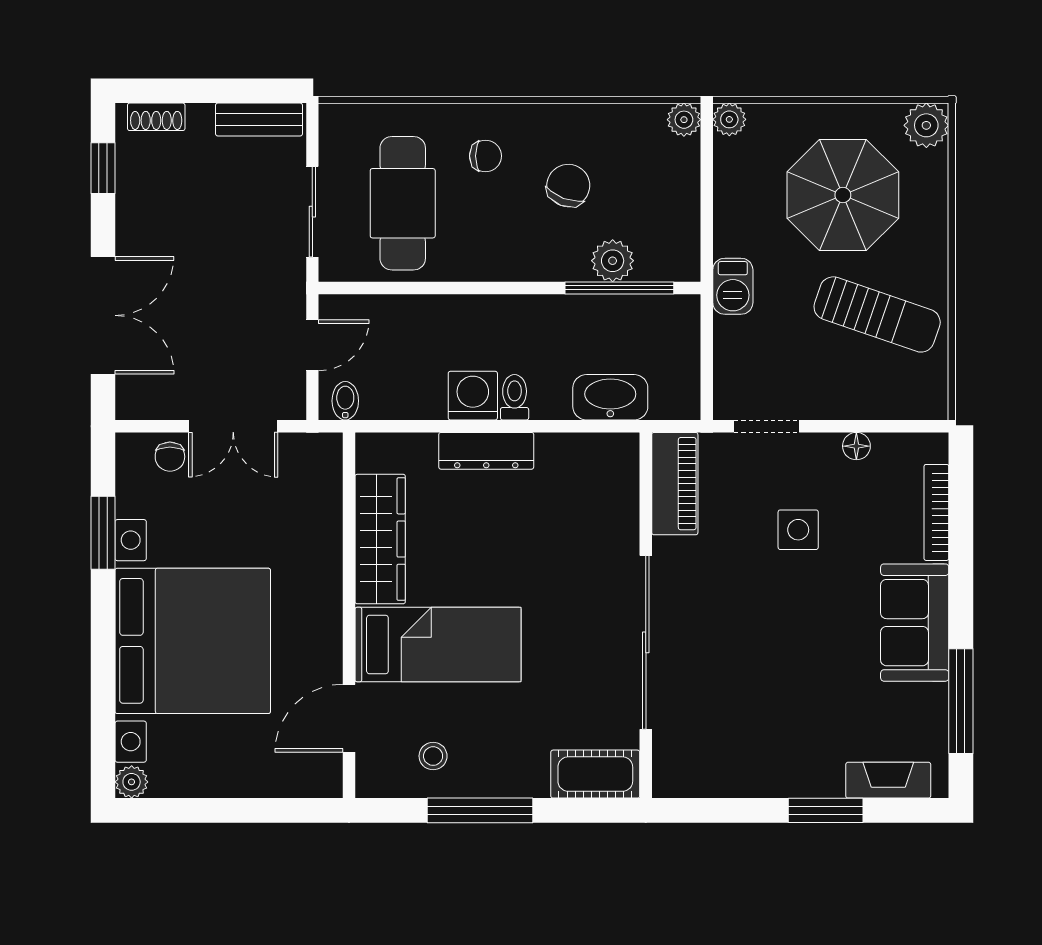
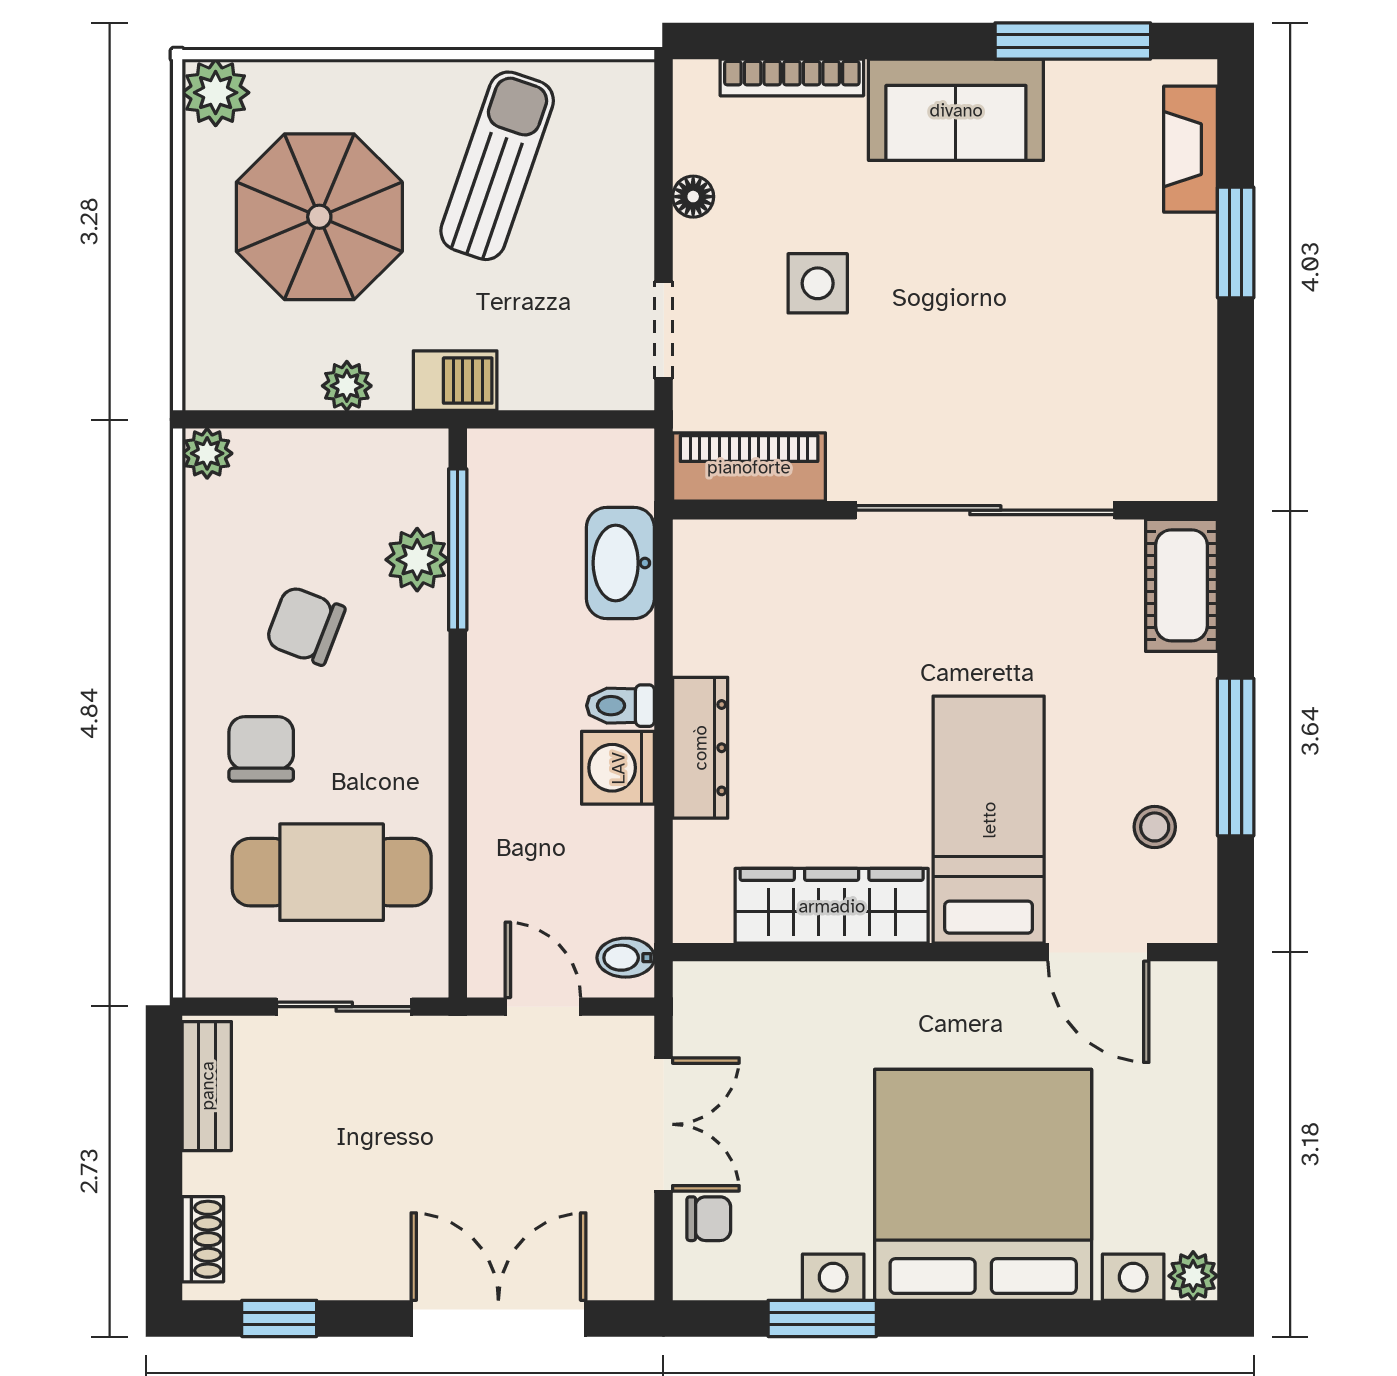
plant: (729, 119) -> (347, 386), moved
chair: (485, 156) -> (261, 749), width x1.37, depth x1.37

